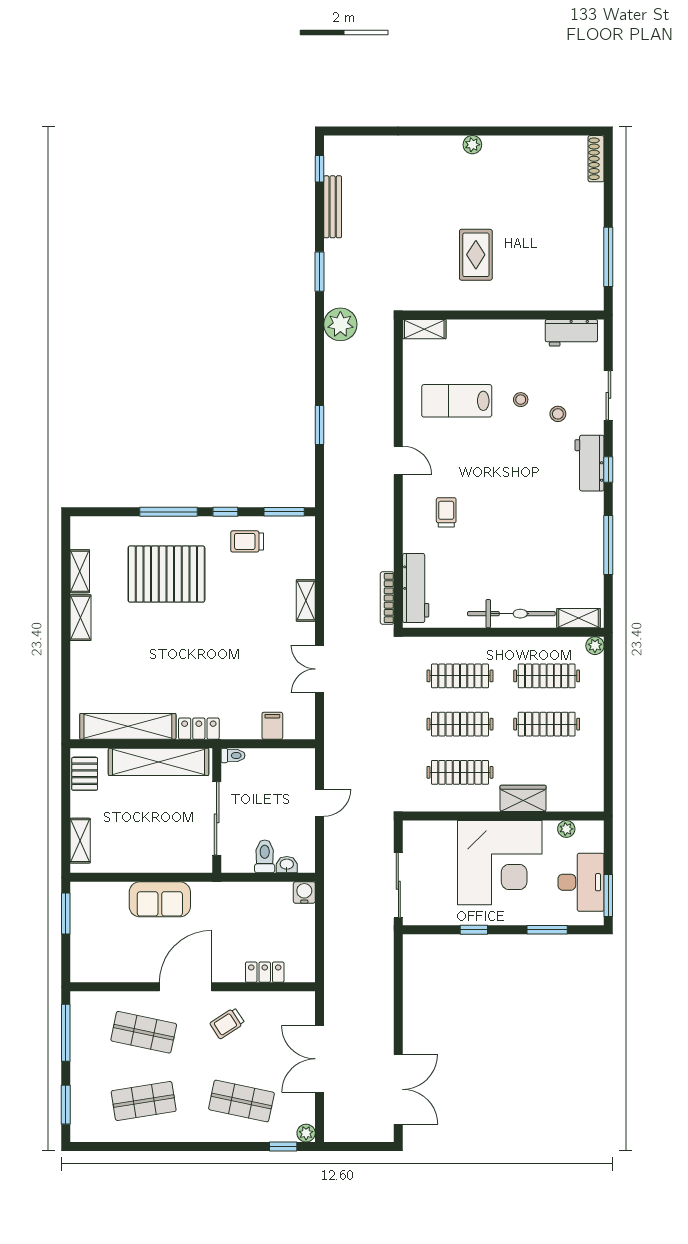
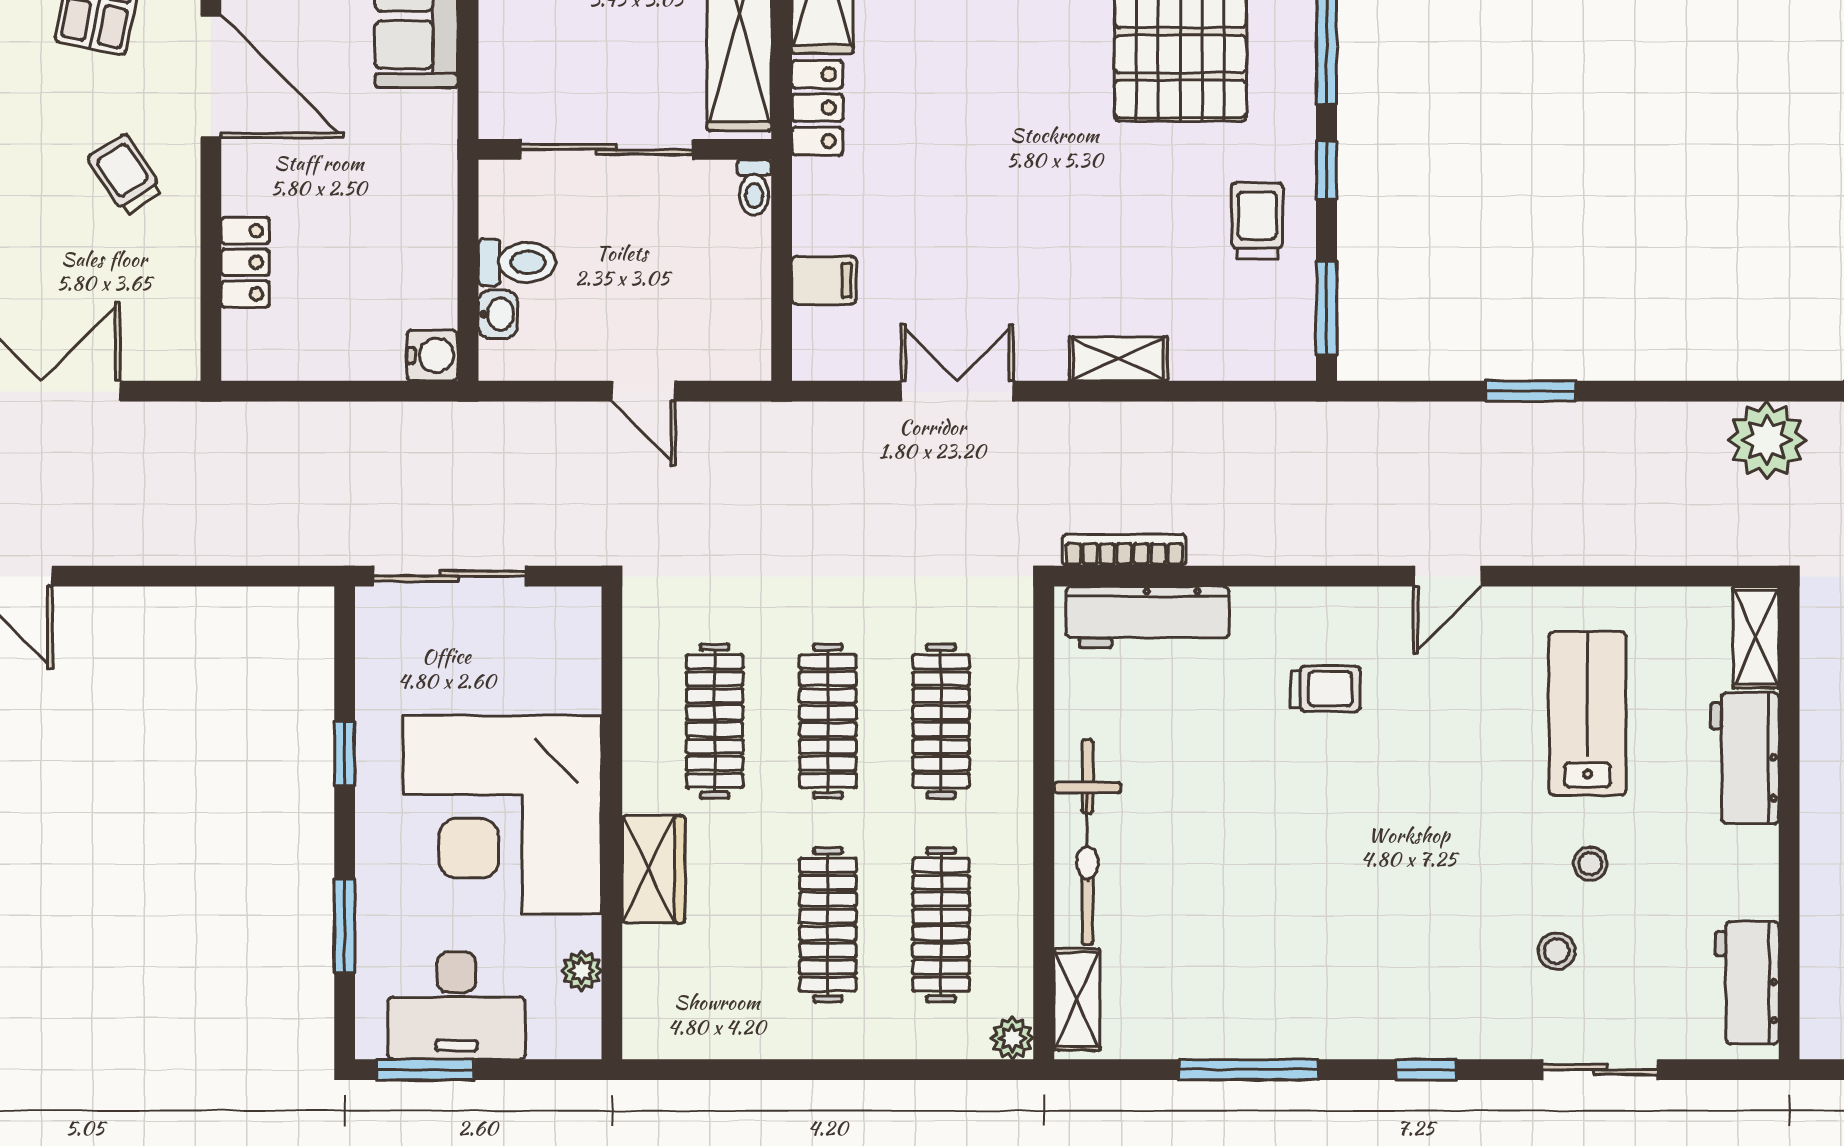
workbench: (590, 463) -> (1745, 758), moved, turned -90

